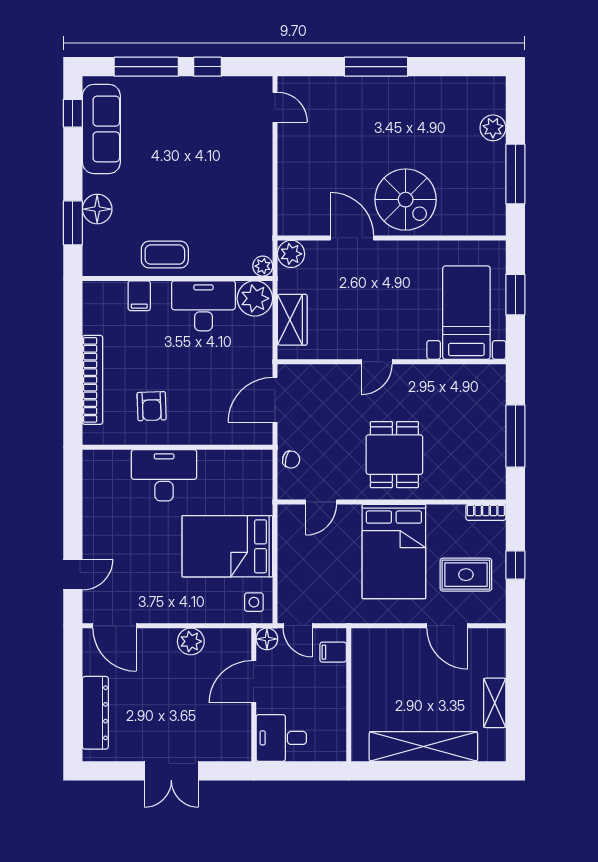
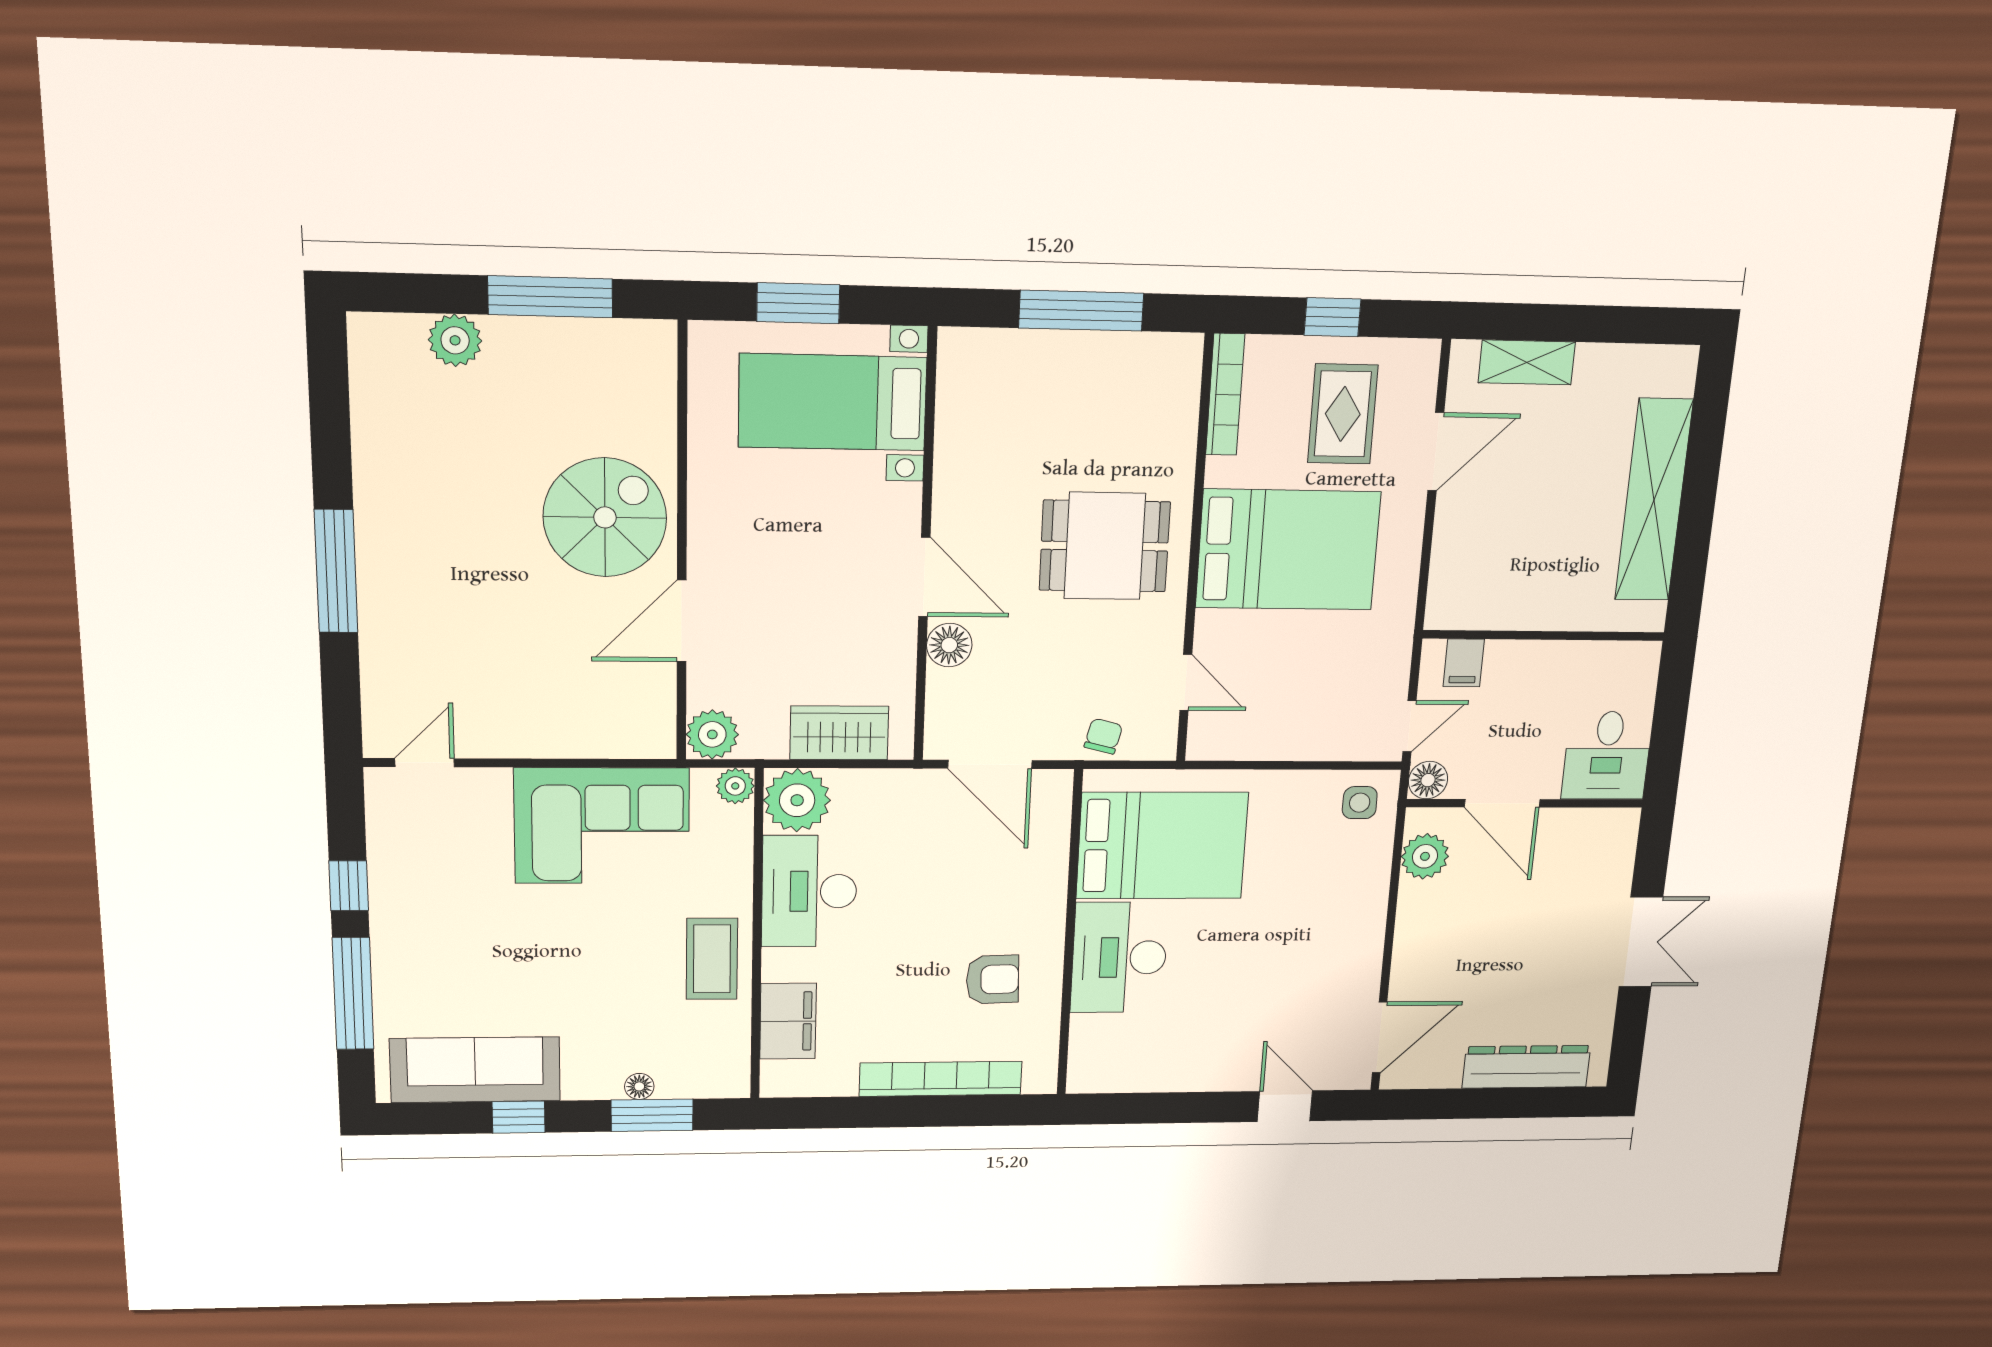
window: (73, 113) -> (519, 1117), moved
corner sofa: (241, 197) -> (602, 826), added
floor lamp: (97, 209) -> (639, 1086), width x0.53, depth x0.53
filing cabinet: (139, 296) -> (788, 1021), width x2.00
door: (377, 362) -> (924, 577), width x1.38
floor lamp: (340, 376) -> (949, 645), added
bookcase: (486, 512) -> (1225, 395), width x1.56
bed: (227, 546) -> (1162, 846), moved, turned -90
plant: (191, 641) -> (1425, 856), moved
shelving: (495, 703) -> (1527, 362), moved

